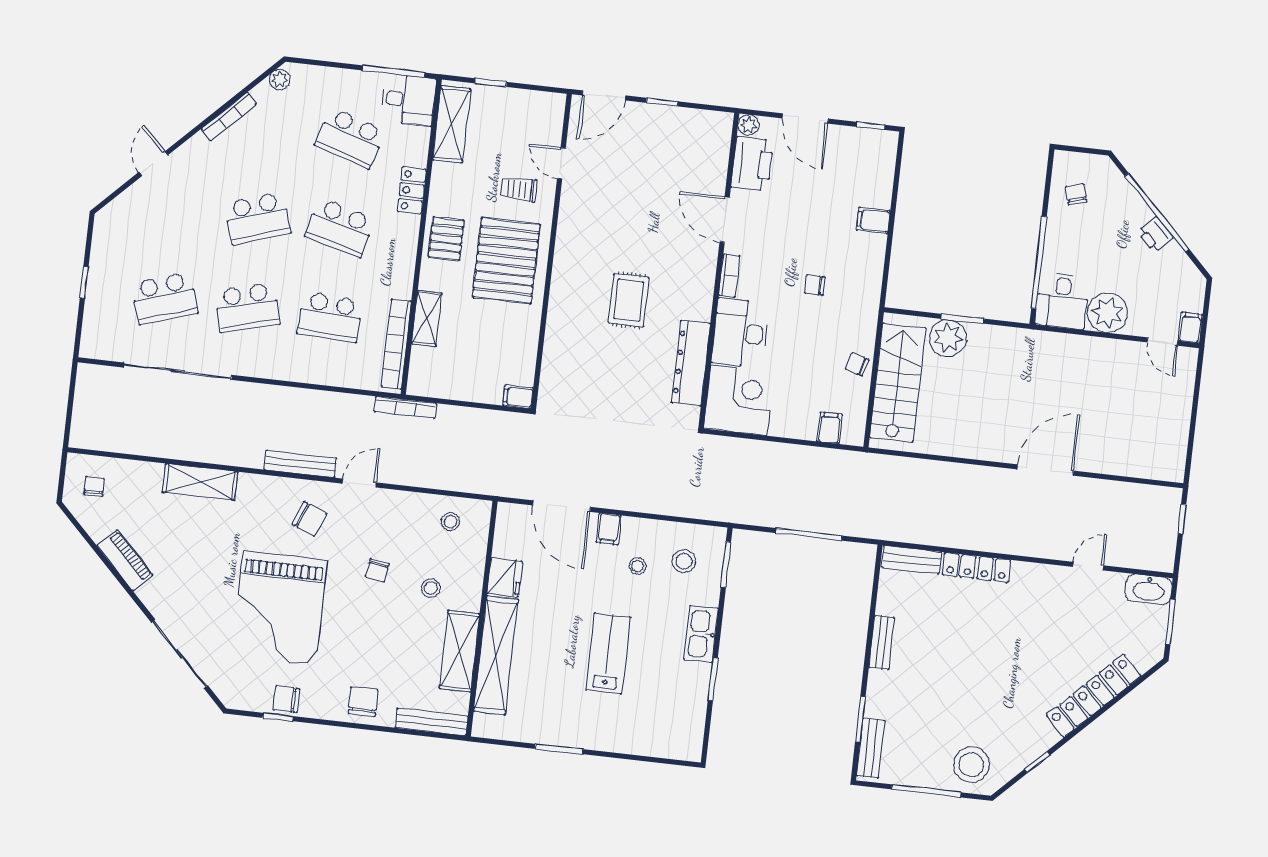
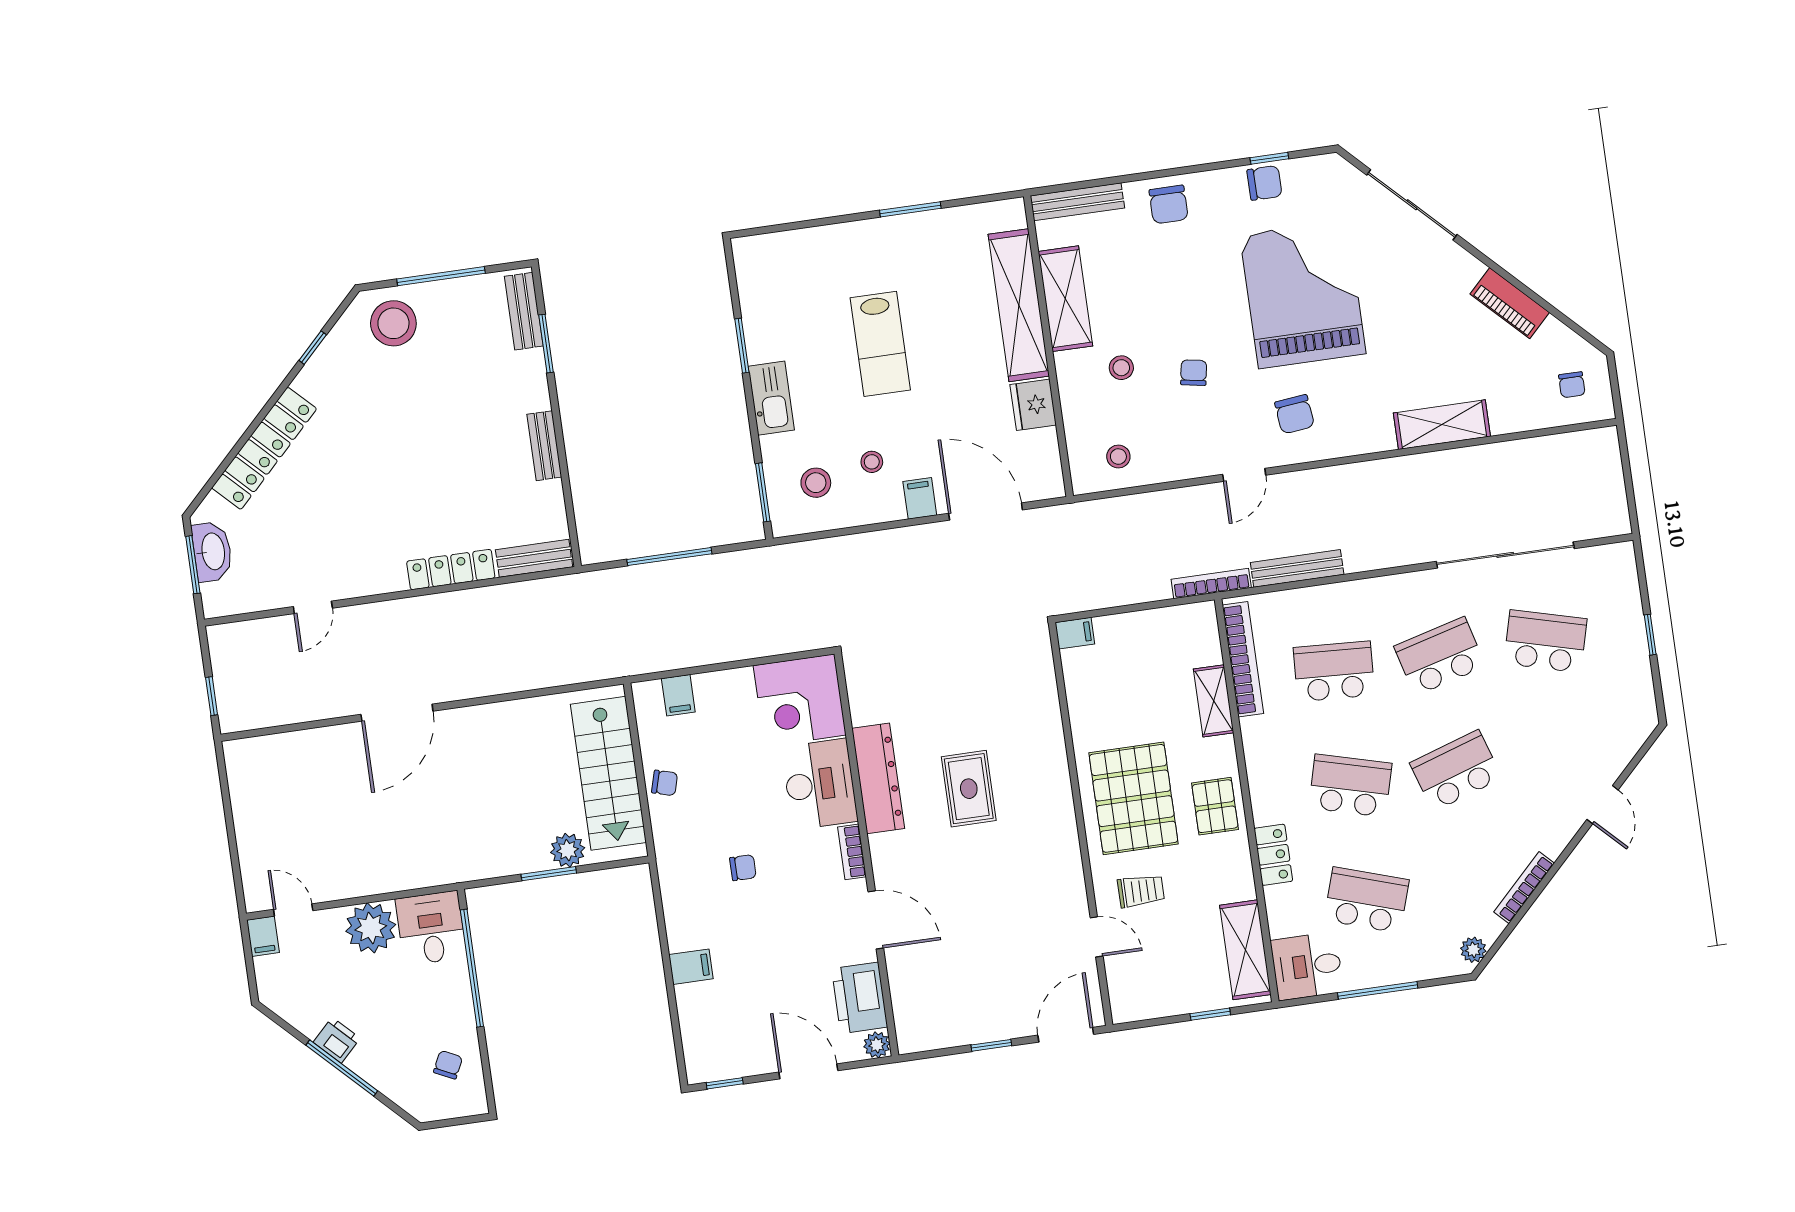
window: (393, 71) -> (1378, 990), moved
chair: (1076, 194) -> (448, 1065), turned -137
window: (1157, 213) -> (342, 1068), width x0.68
school desk: (165, 298) -> (1545, 641), turned 33
plant: (948, 338) -> (568, 850), width x0.73, depth x0.73
dresser: (691, 363) -> (878, 778), moved
bench: (300, 464) -> (1297, 568), moved
chair: (309, 519) -> (1295, 414), turned -118
washbasin: (1149, 589) -> (212, 552), moved, turned 90

